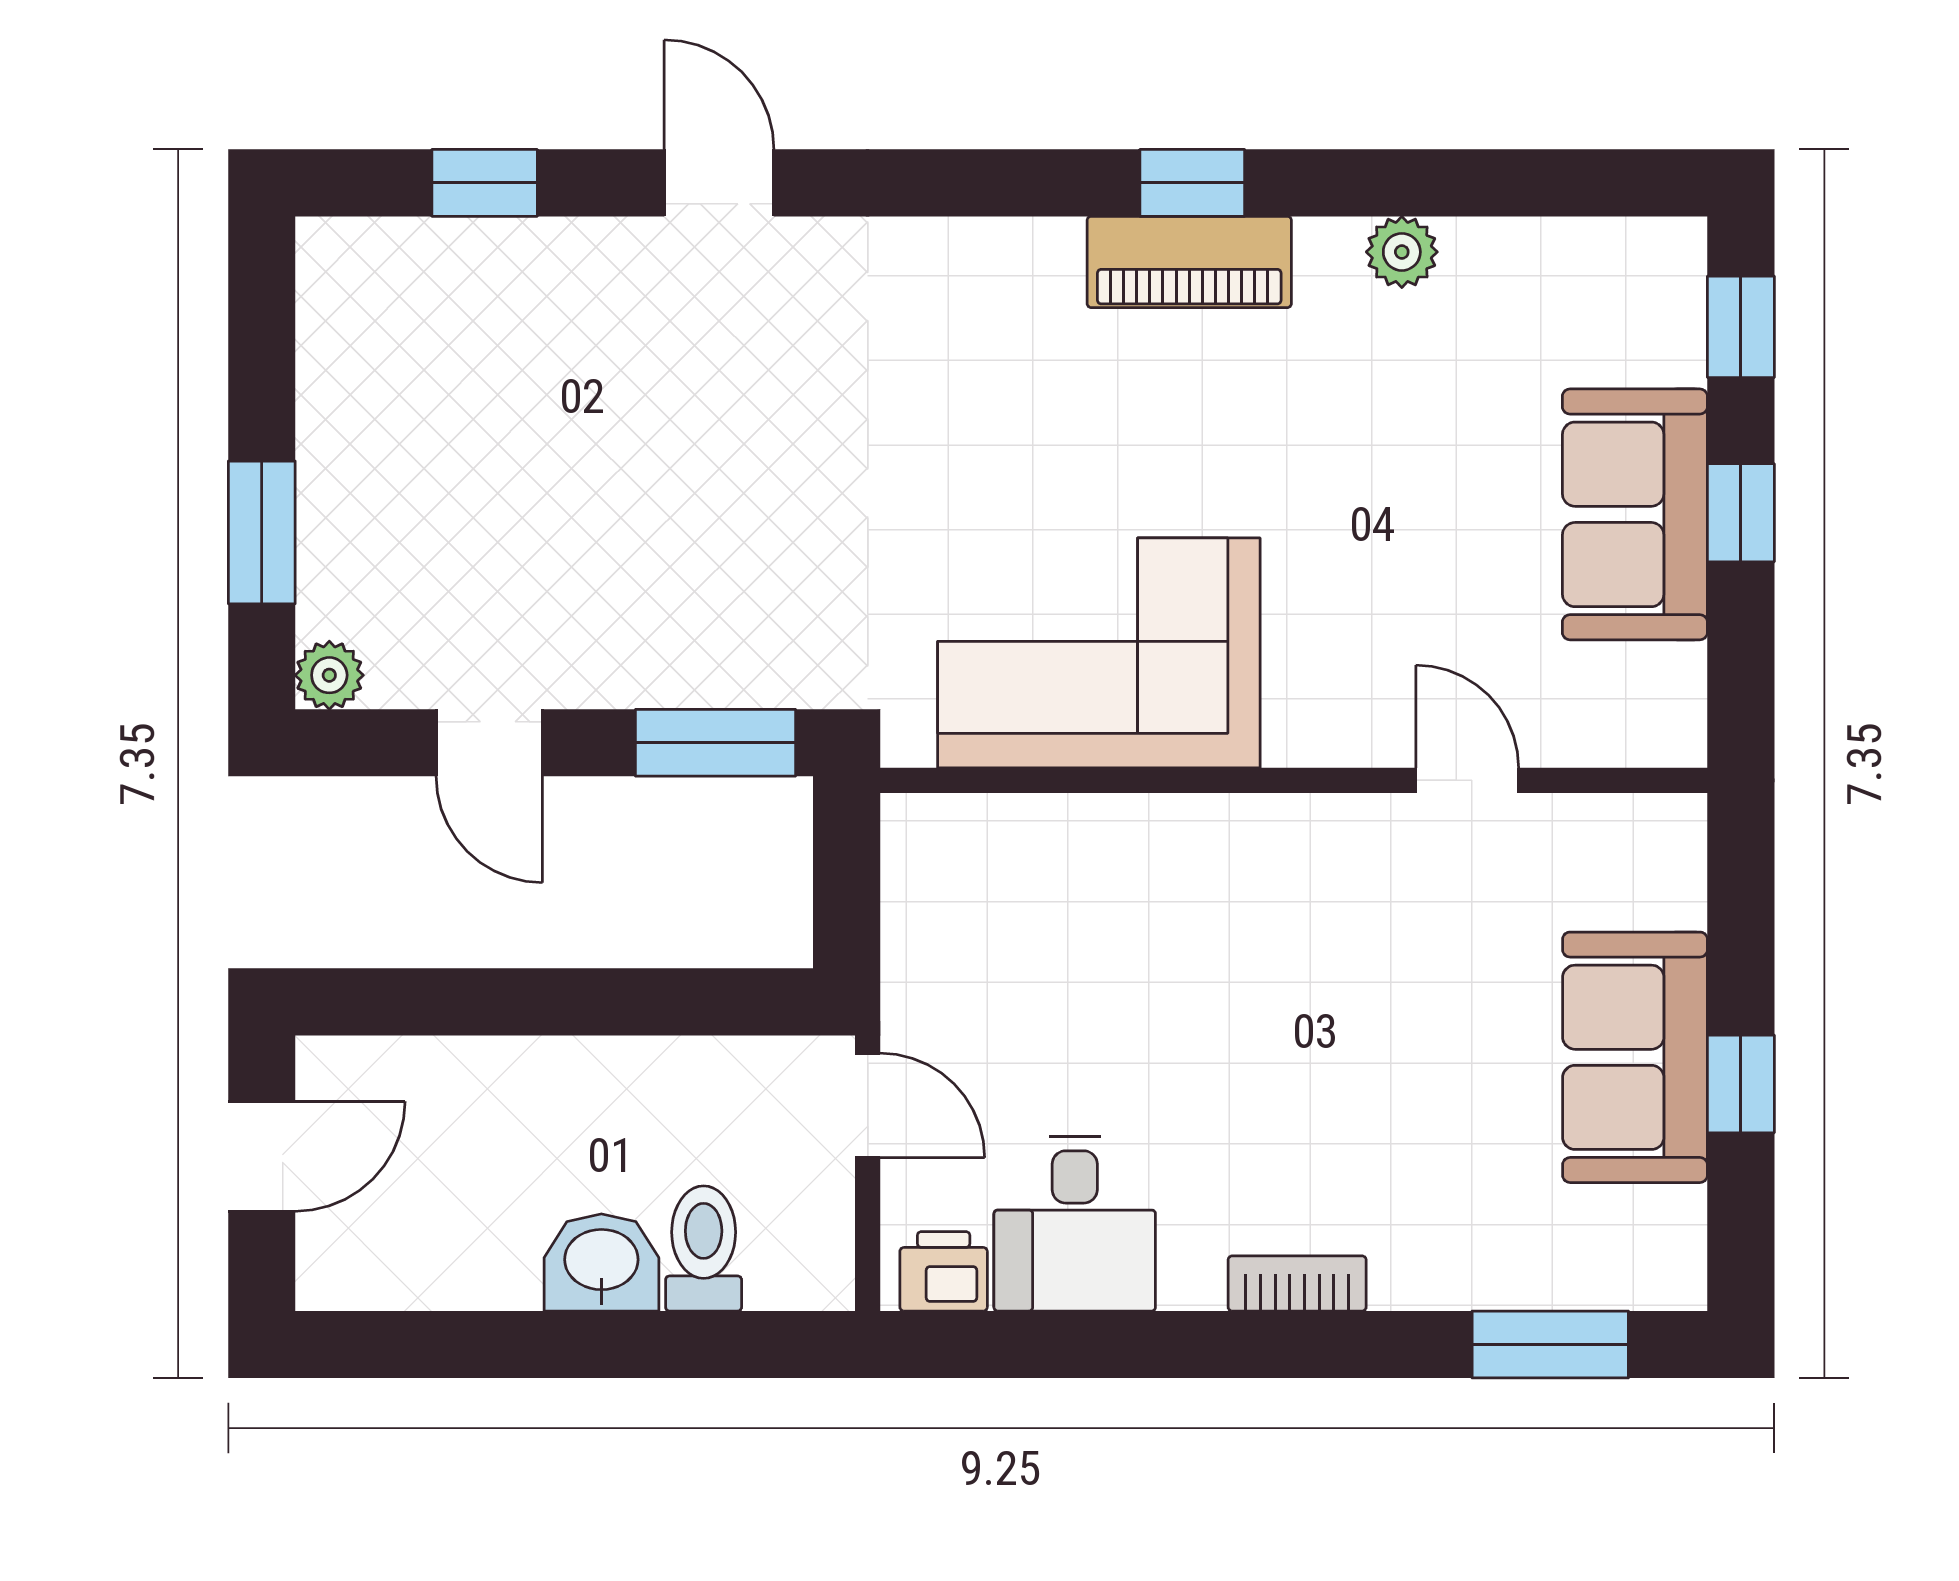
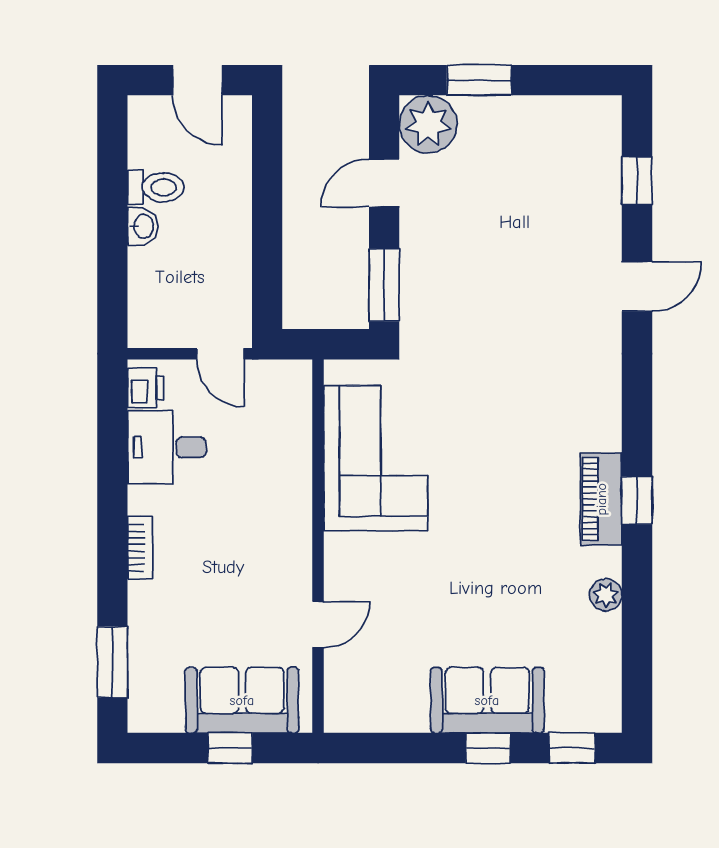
corner sofa: (1099, 653) -> (376, 458), moved
plant: (329, 675) -> (428, 124), width x1.88, depth x1.88
wall: (1294, 780) -> (318, 546), moved
door: (1467, 780) -> (318, 625), moved
door: (868, 1105) -> (220, 354), hinge flipped
toilet: (704, 1248) -> (156, 187), moved
washbasin: (601, 1262) -> (143, 226), width x0.72, depth x0.69

